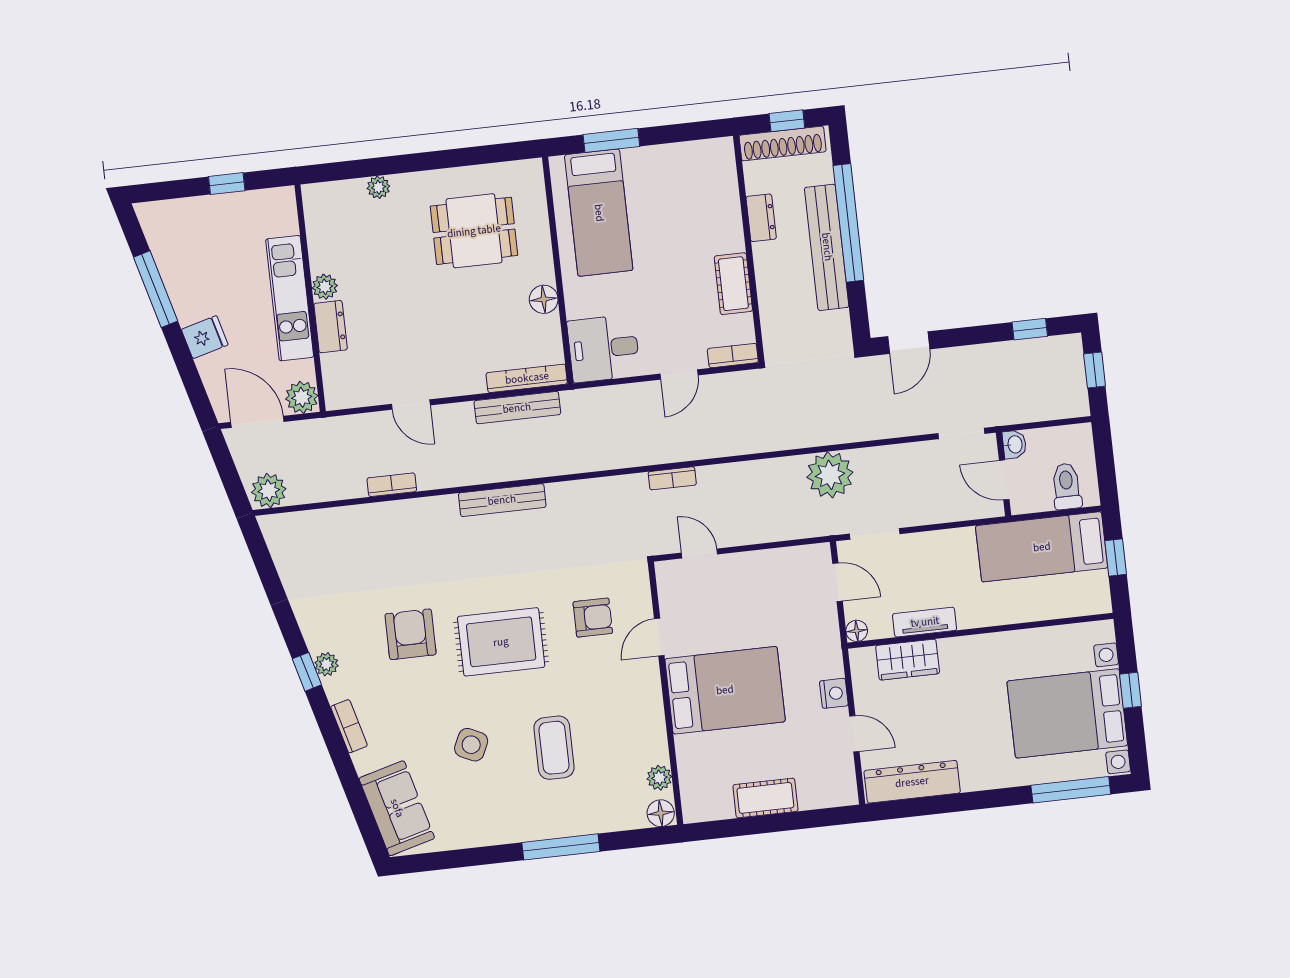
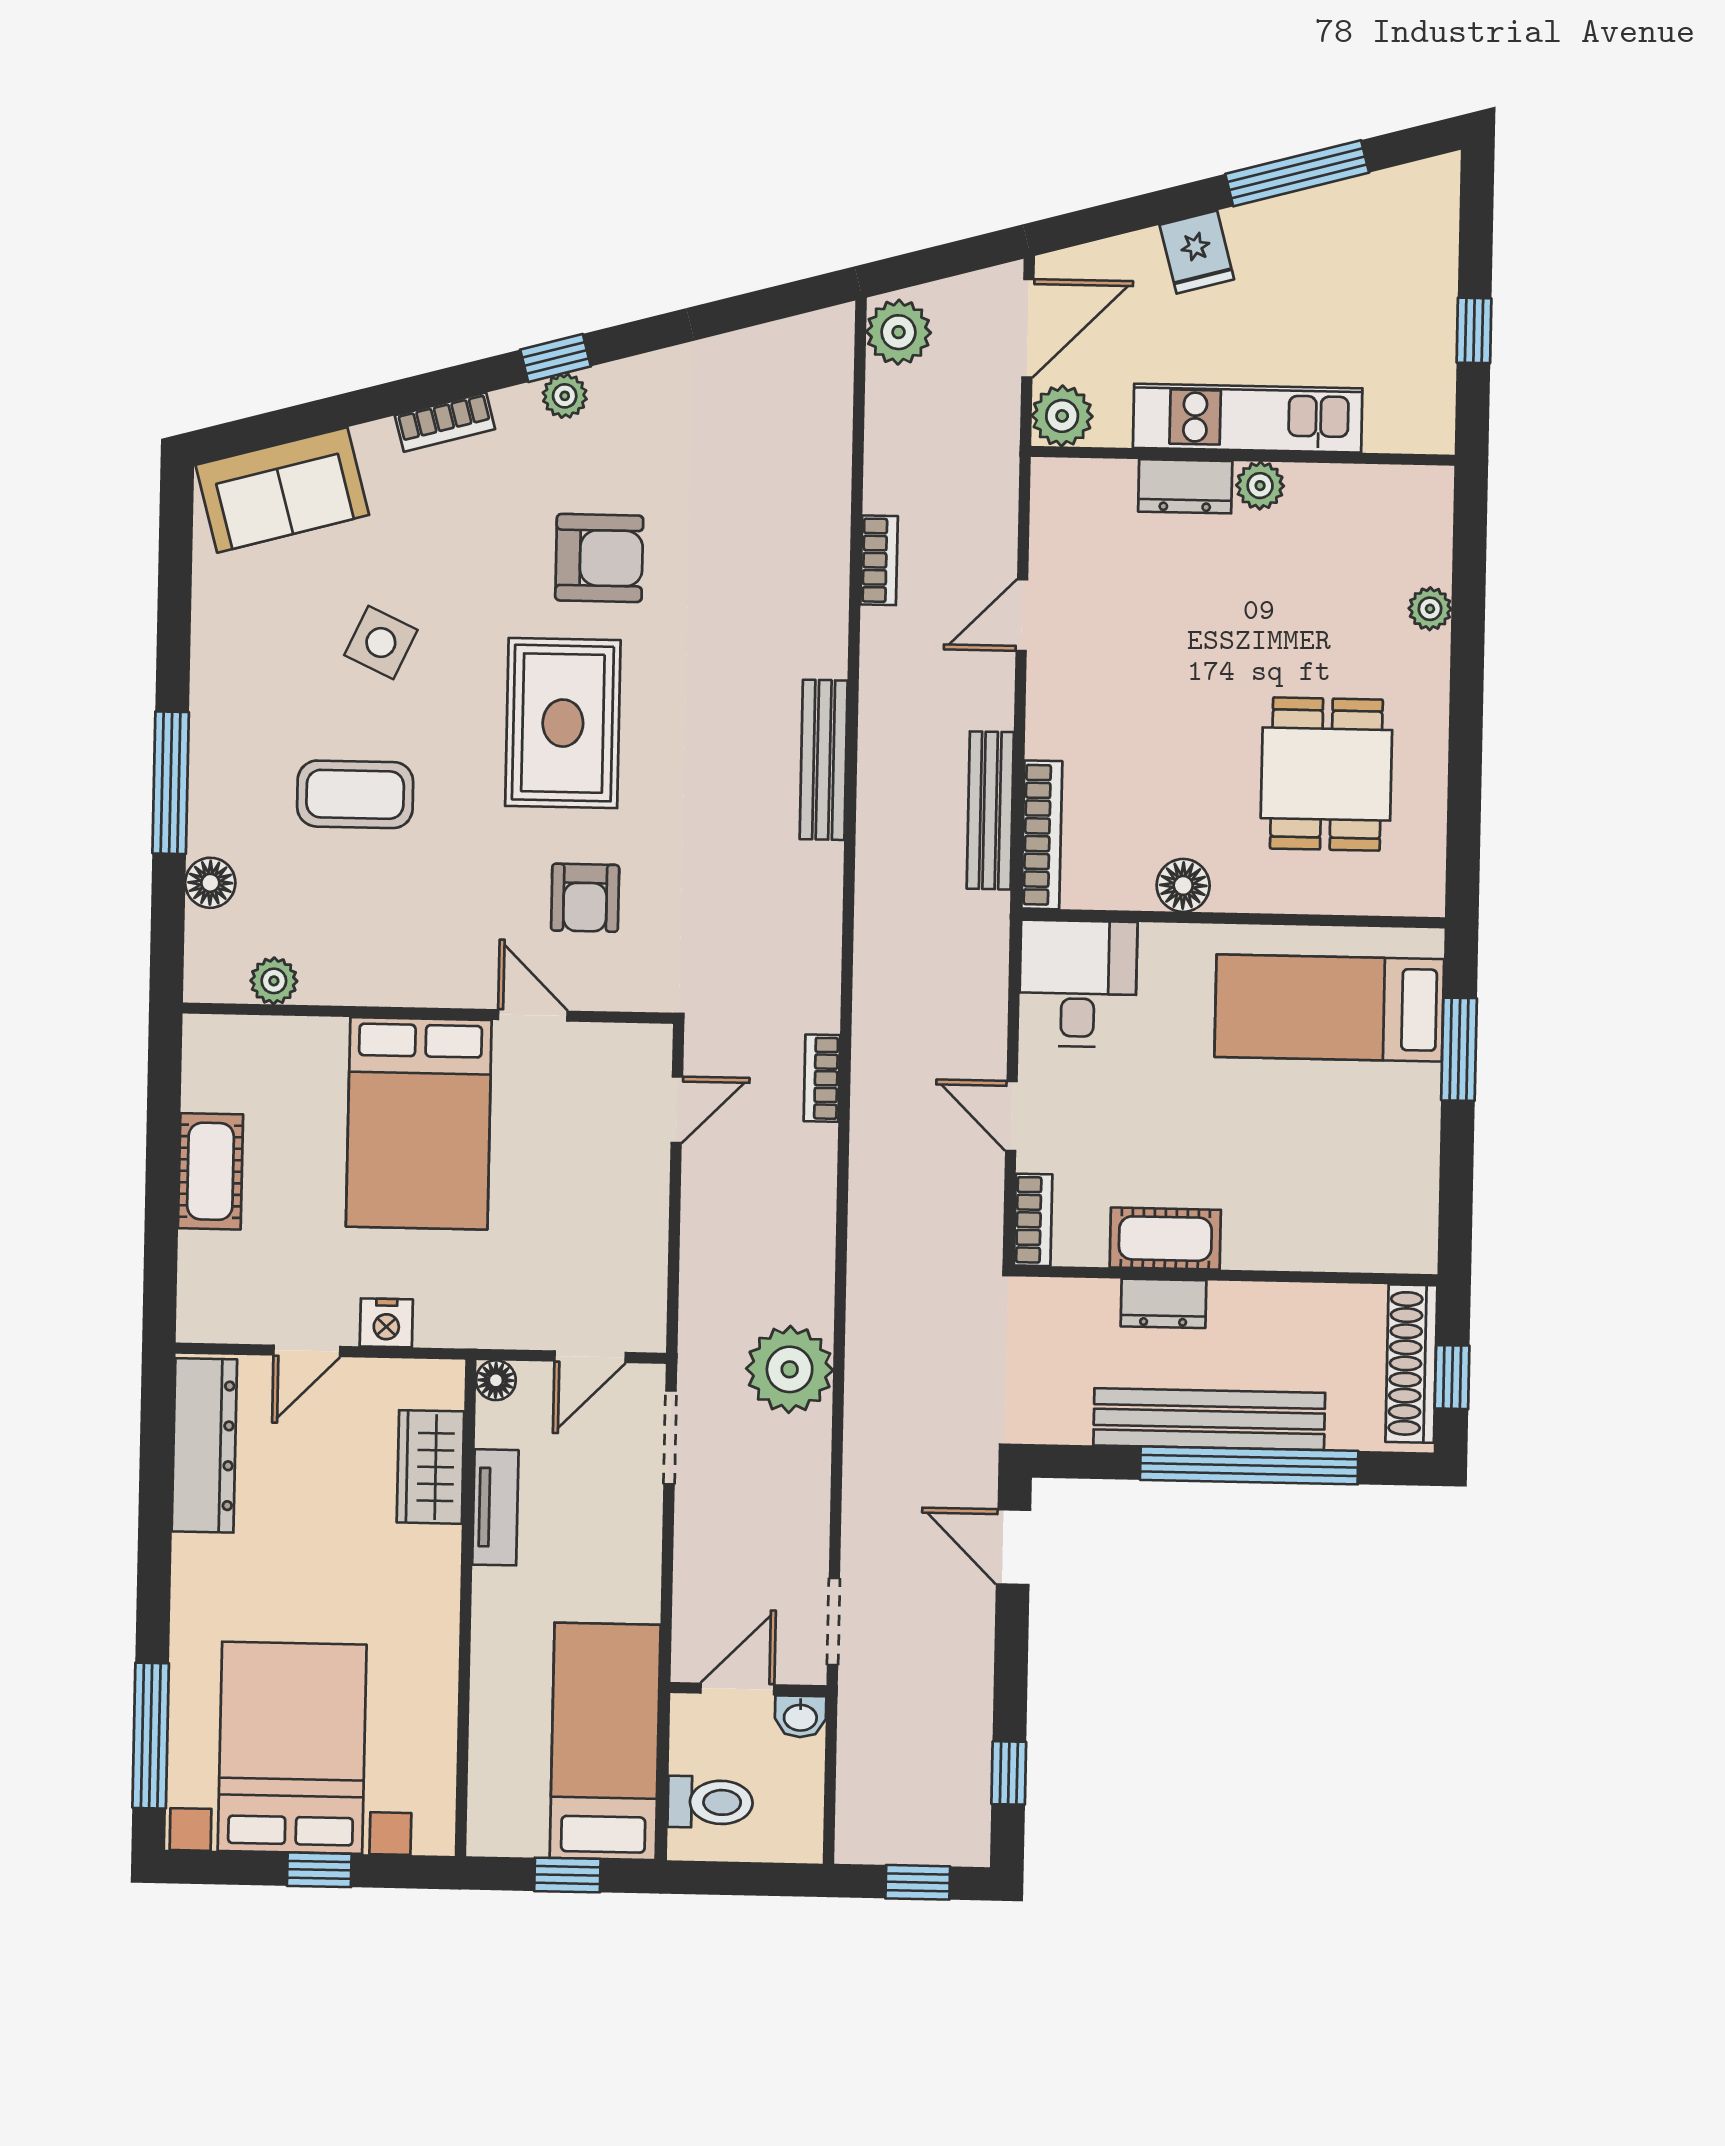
dresser: (761, 218) -> (1163, 1303), moved
floor lamp: (661, 813) -> (210, 883), moved

